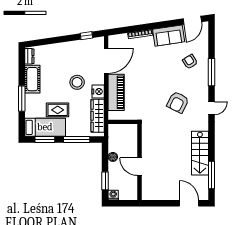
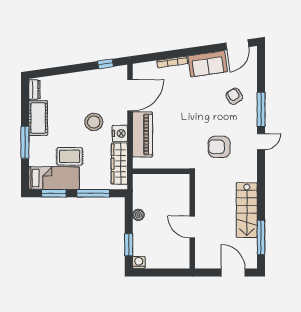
armchair: (178, 102) -> (219, 147), turned 64
door: (211, 108) -> (261, 142), moved
wall: (140, 162) -> (192, 221), moved
door: (140, 167) -> (192, 227), moved

